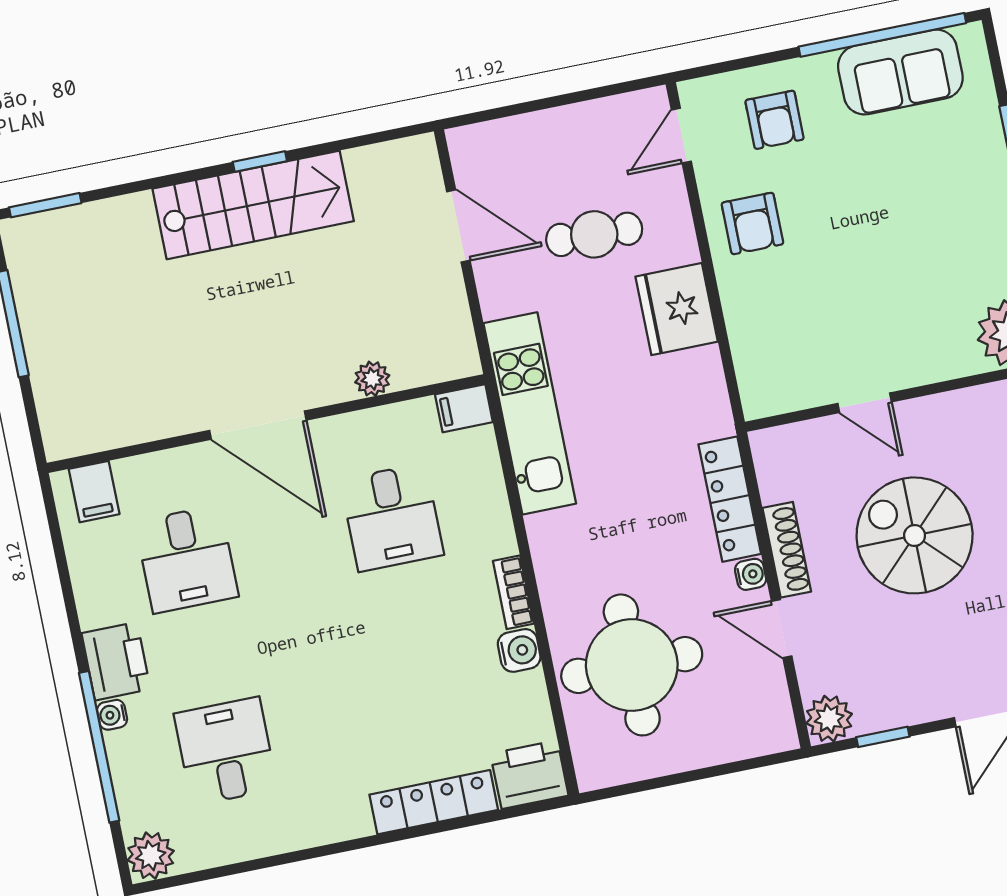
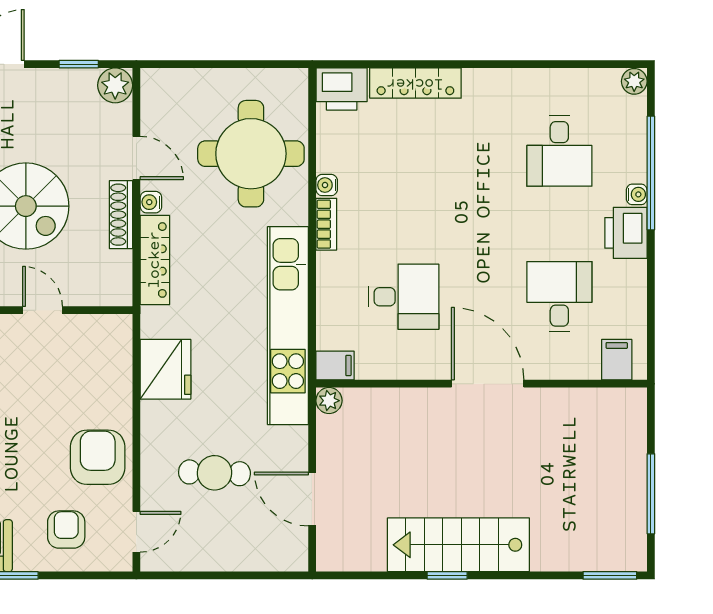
armchair: (752, 223) -> (98, 457), width x1.38, depth x1.38
fridge: (677, 309) -> (165, 369), moved
plant: (372, 379) -> (329, 401), moved
kitchen unit: (530, 413) -> (288, 326), width x1.36
desk: (392, 517) -> (404, 297), turned 90
water cooler: (519, 650) -> (327, 185), width x0.72, depth x0.72
plant: (151, 856) -> (634, 81), width x0.73, depth x0.73

